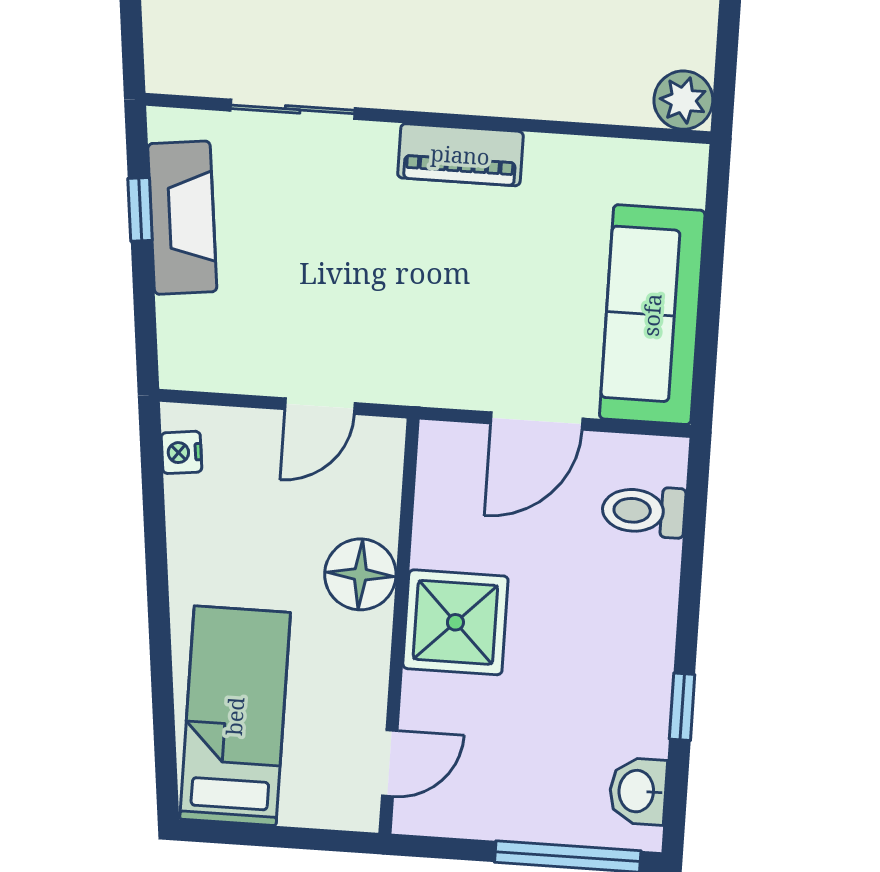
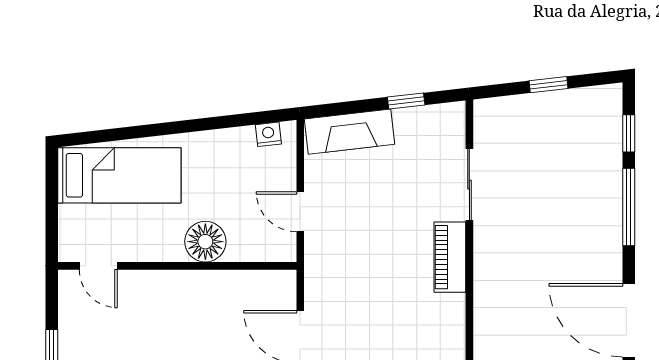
piano: (460, 155) -> (450, 257), moved
fireplace: (182, 218) -> (349, 132), moved
shower: (455, 622) -> (182, 298), removed

